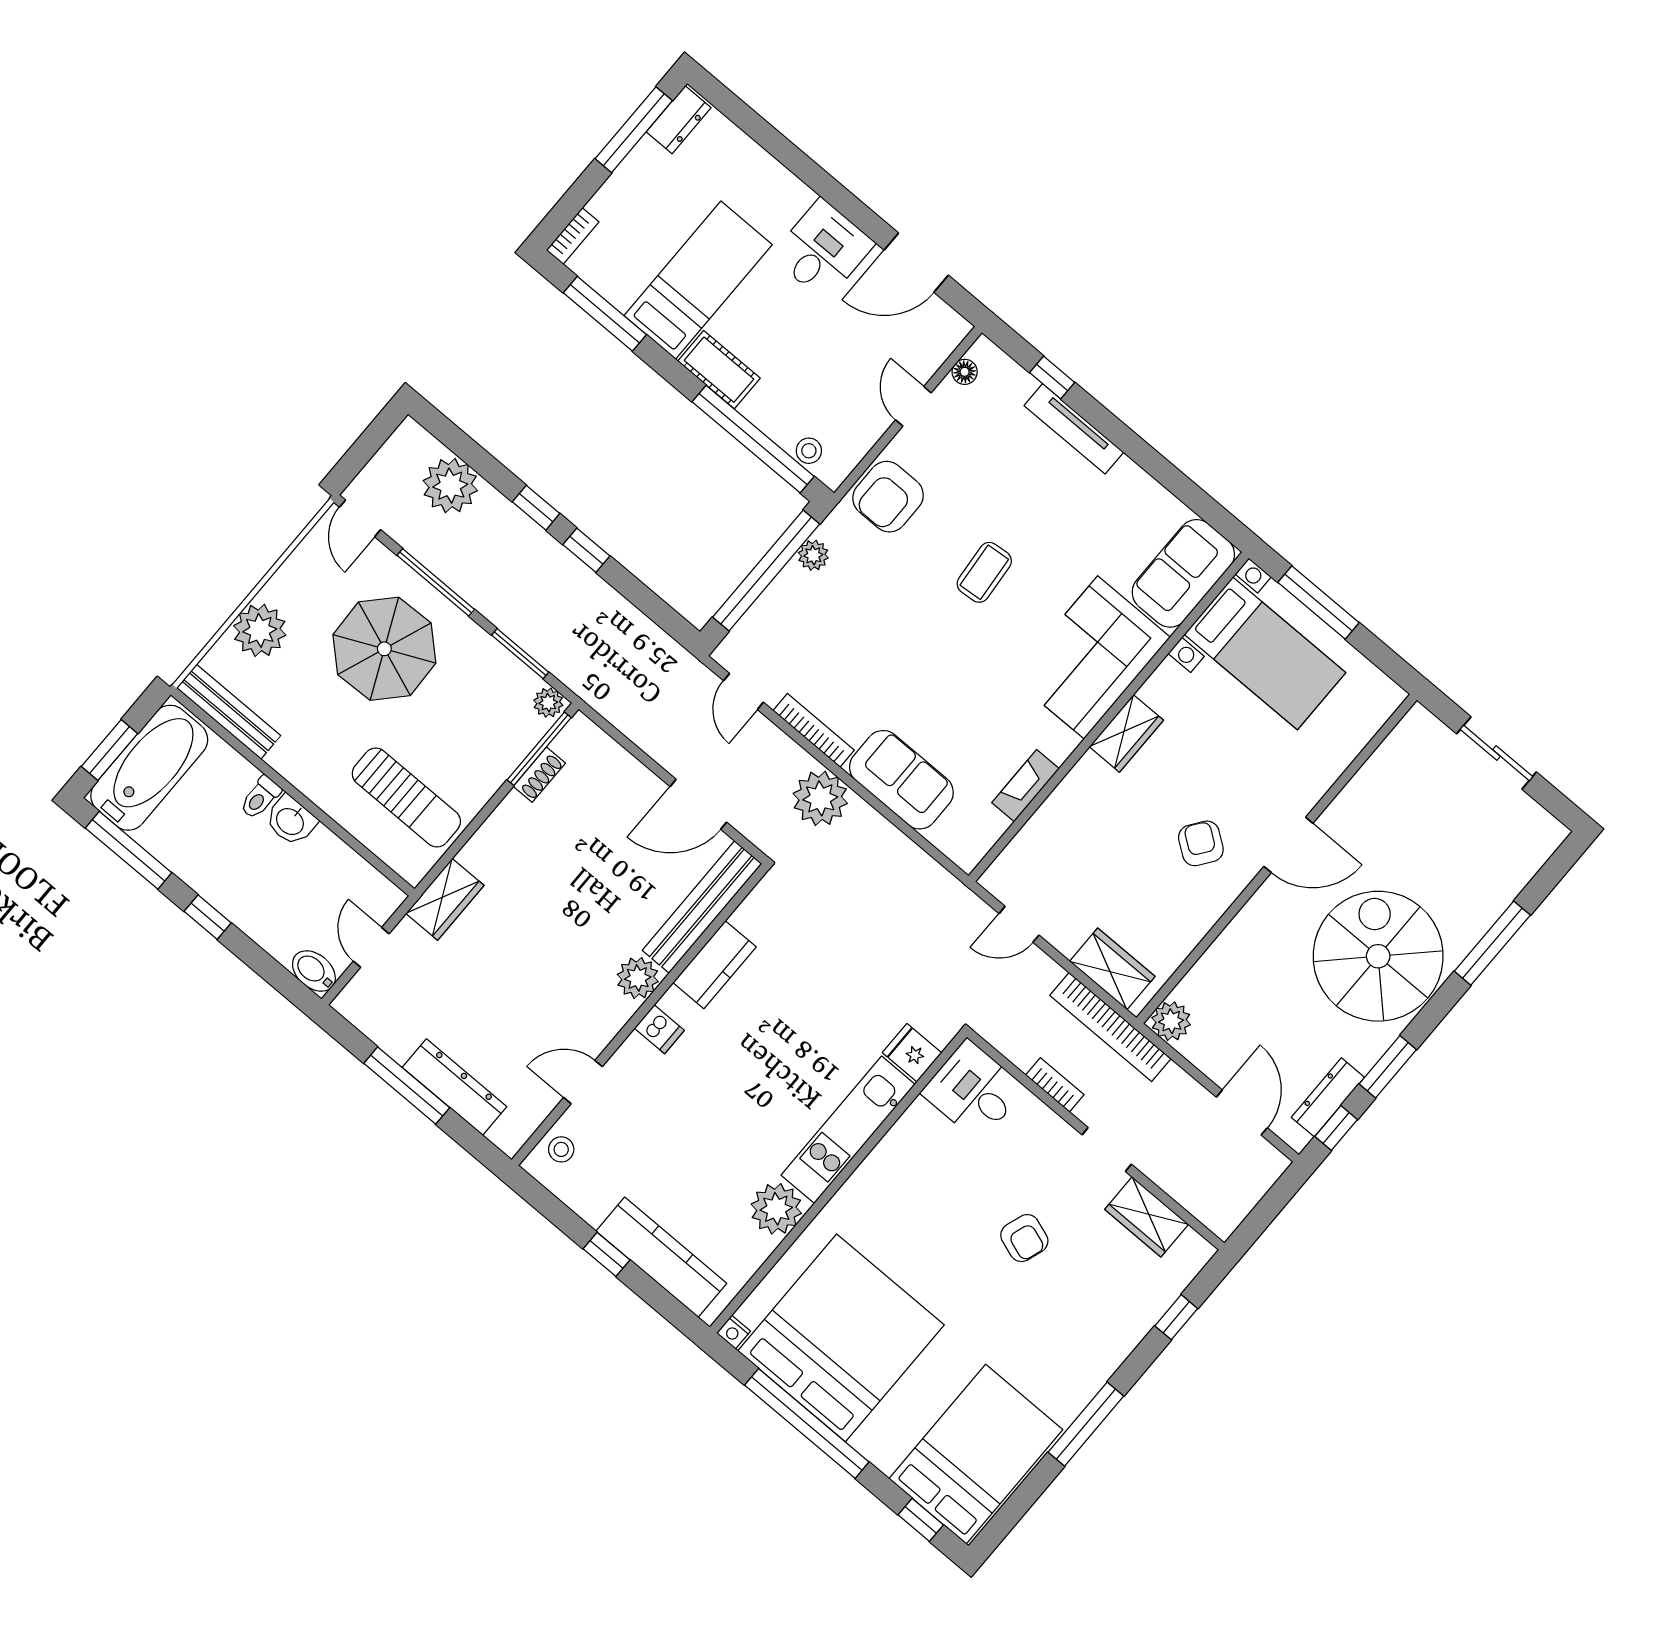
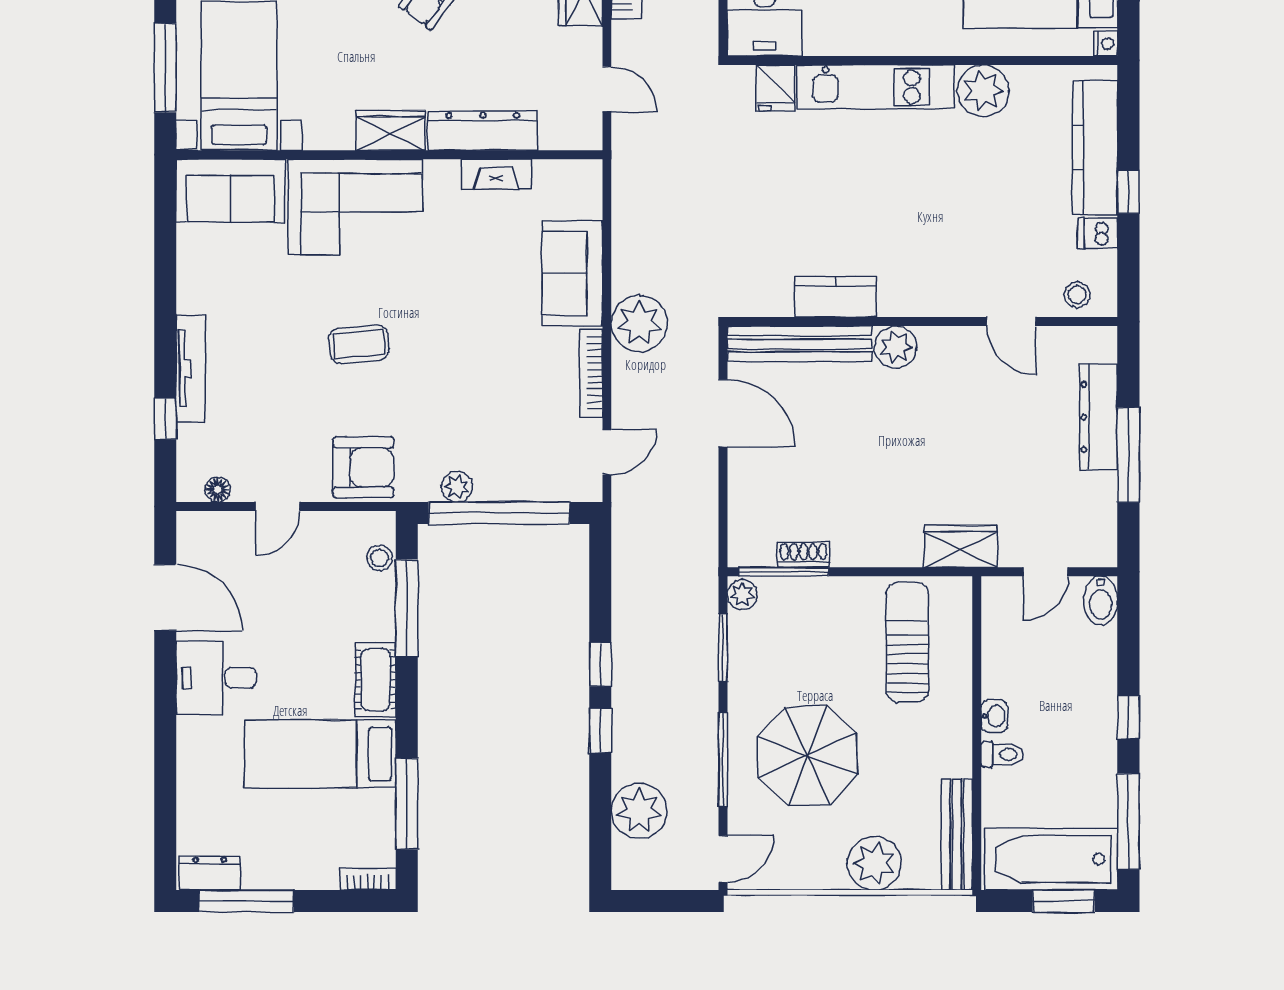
window: (753, 439) -> (407, 608), width x0.68
dresser: (1067, 803) -> (483, 131), added
washbasin: (291, 821) -> (994, 716), width x0.72, depth x0.69
dishwasher: (659, 1029) -> (1098, 233), moved, turned -90

